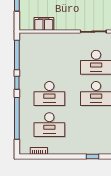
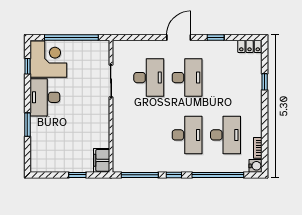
filing cabinet: (44, 24) -> (102, 160), moved
water cooler: (24, 149) -> (255, 166), added

